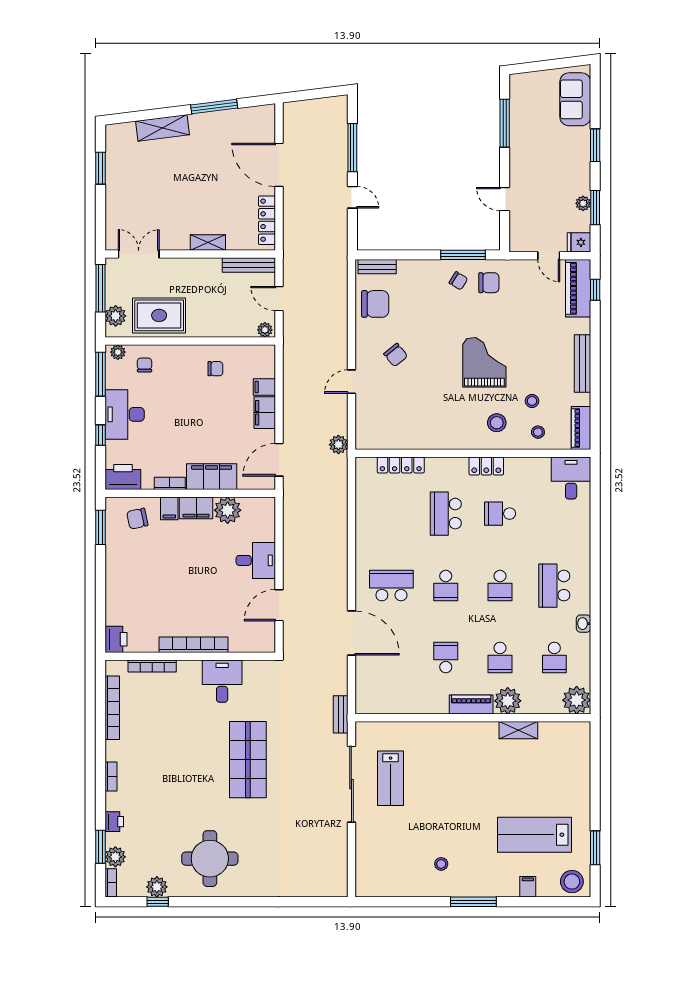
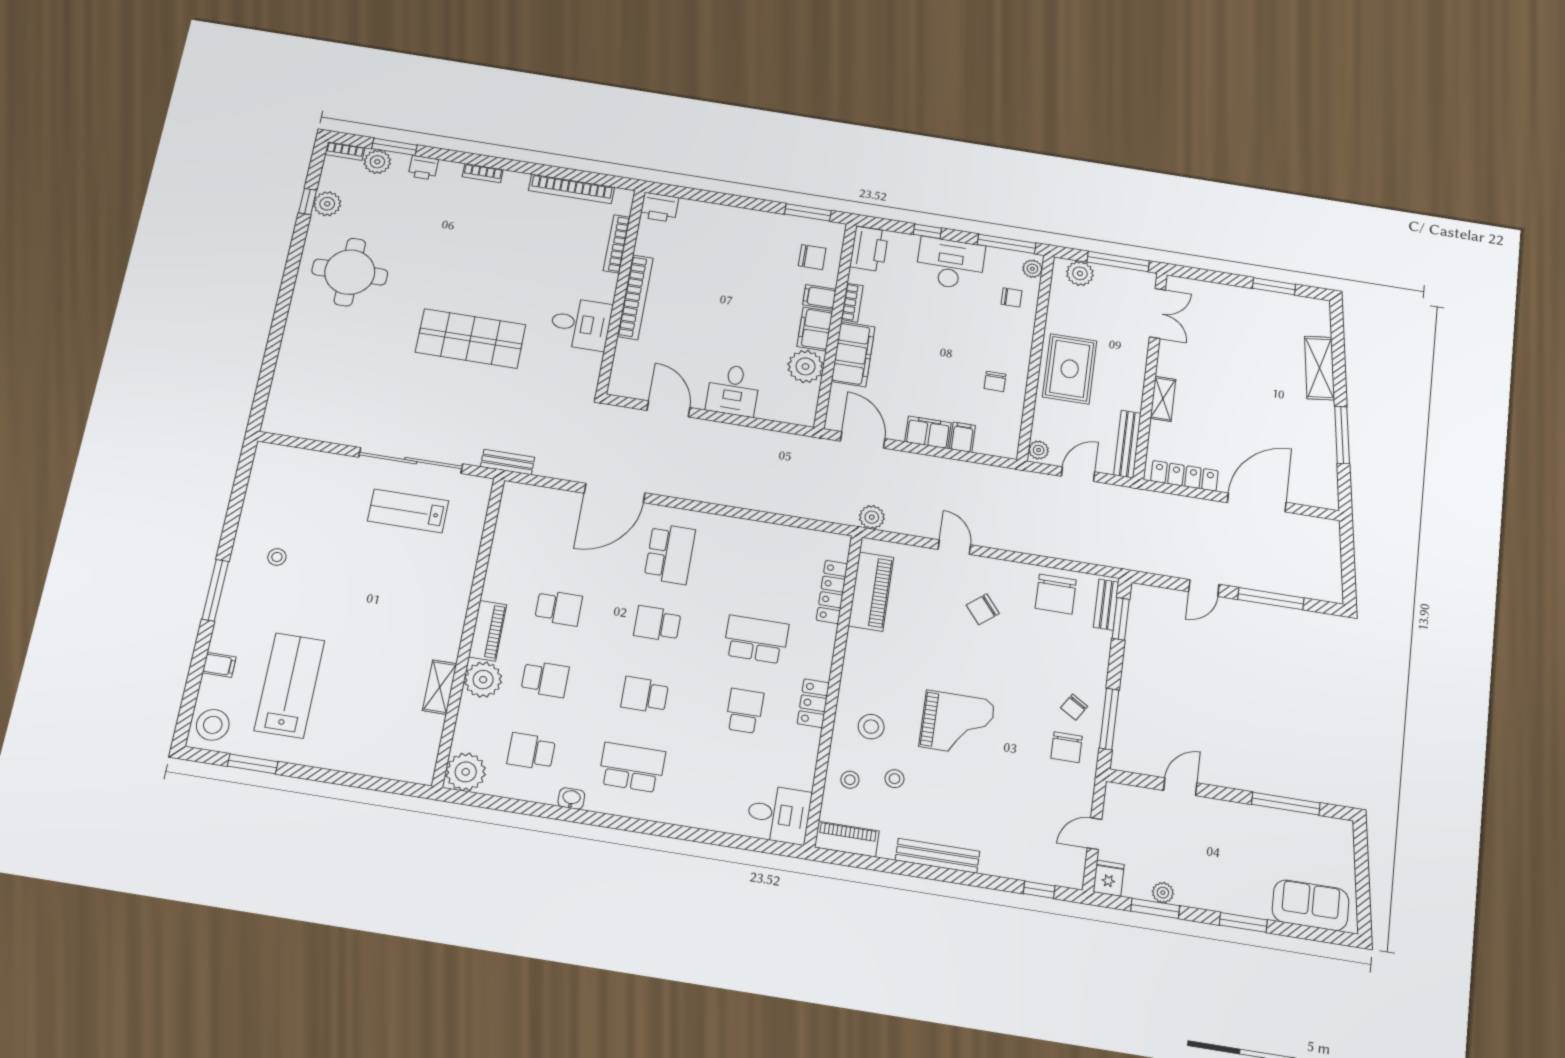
window: (386, 255) -> (1121, 619), added
piano: (578, 288) -> (871, 592), moved, turned 90
rug: (159, 315) -> (1070, 369), moved
chair: (137, 519) -> (812, 257), turned 102
school desk: (500, 657) -> (545, 679), turned 180

